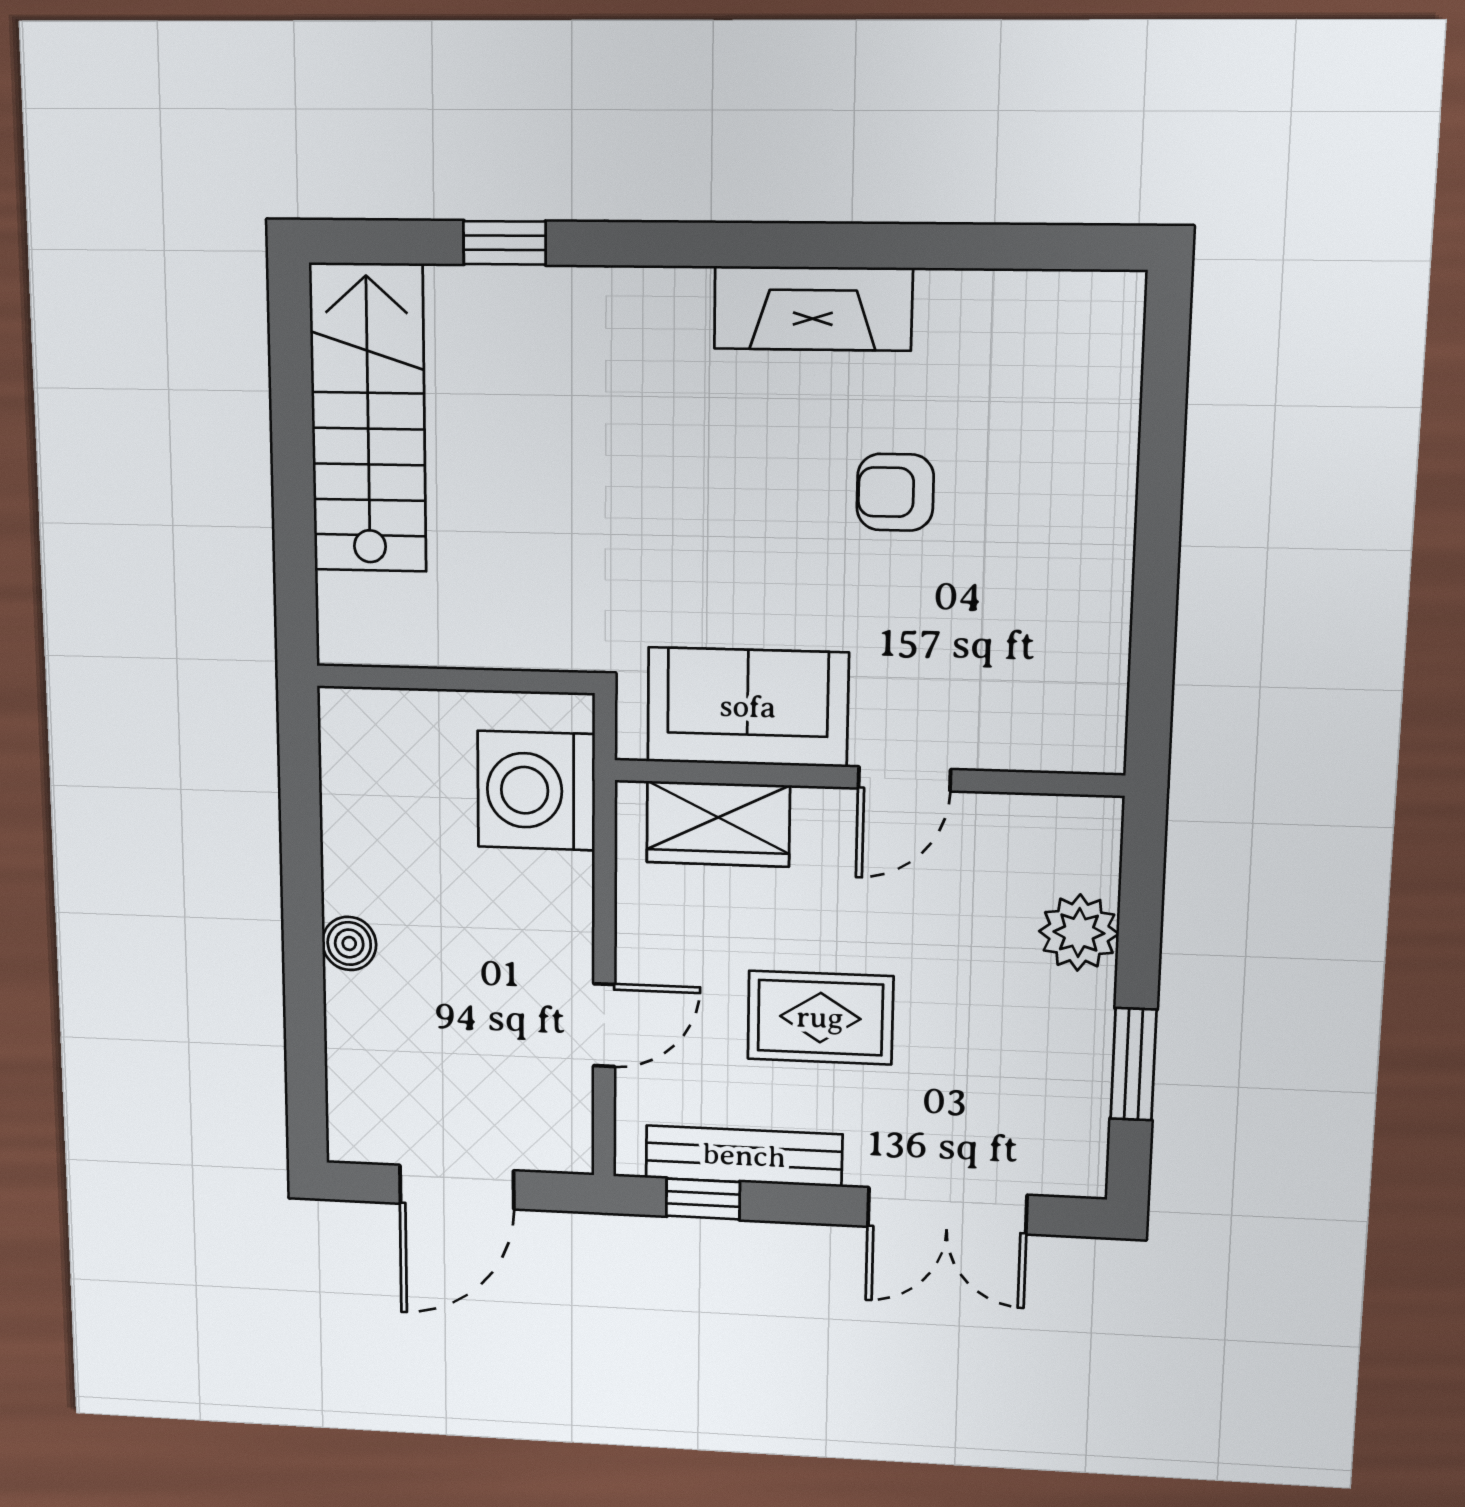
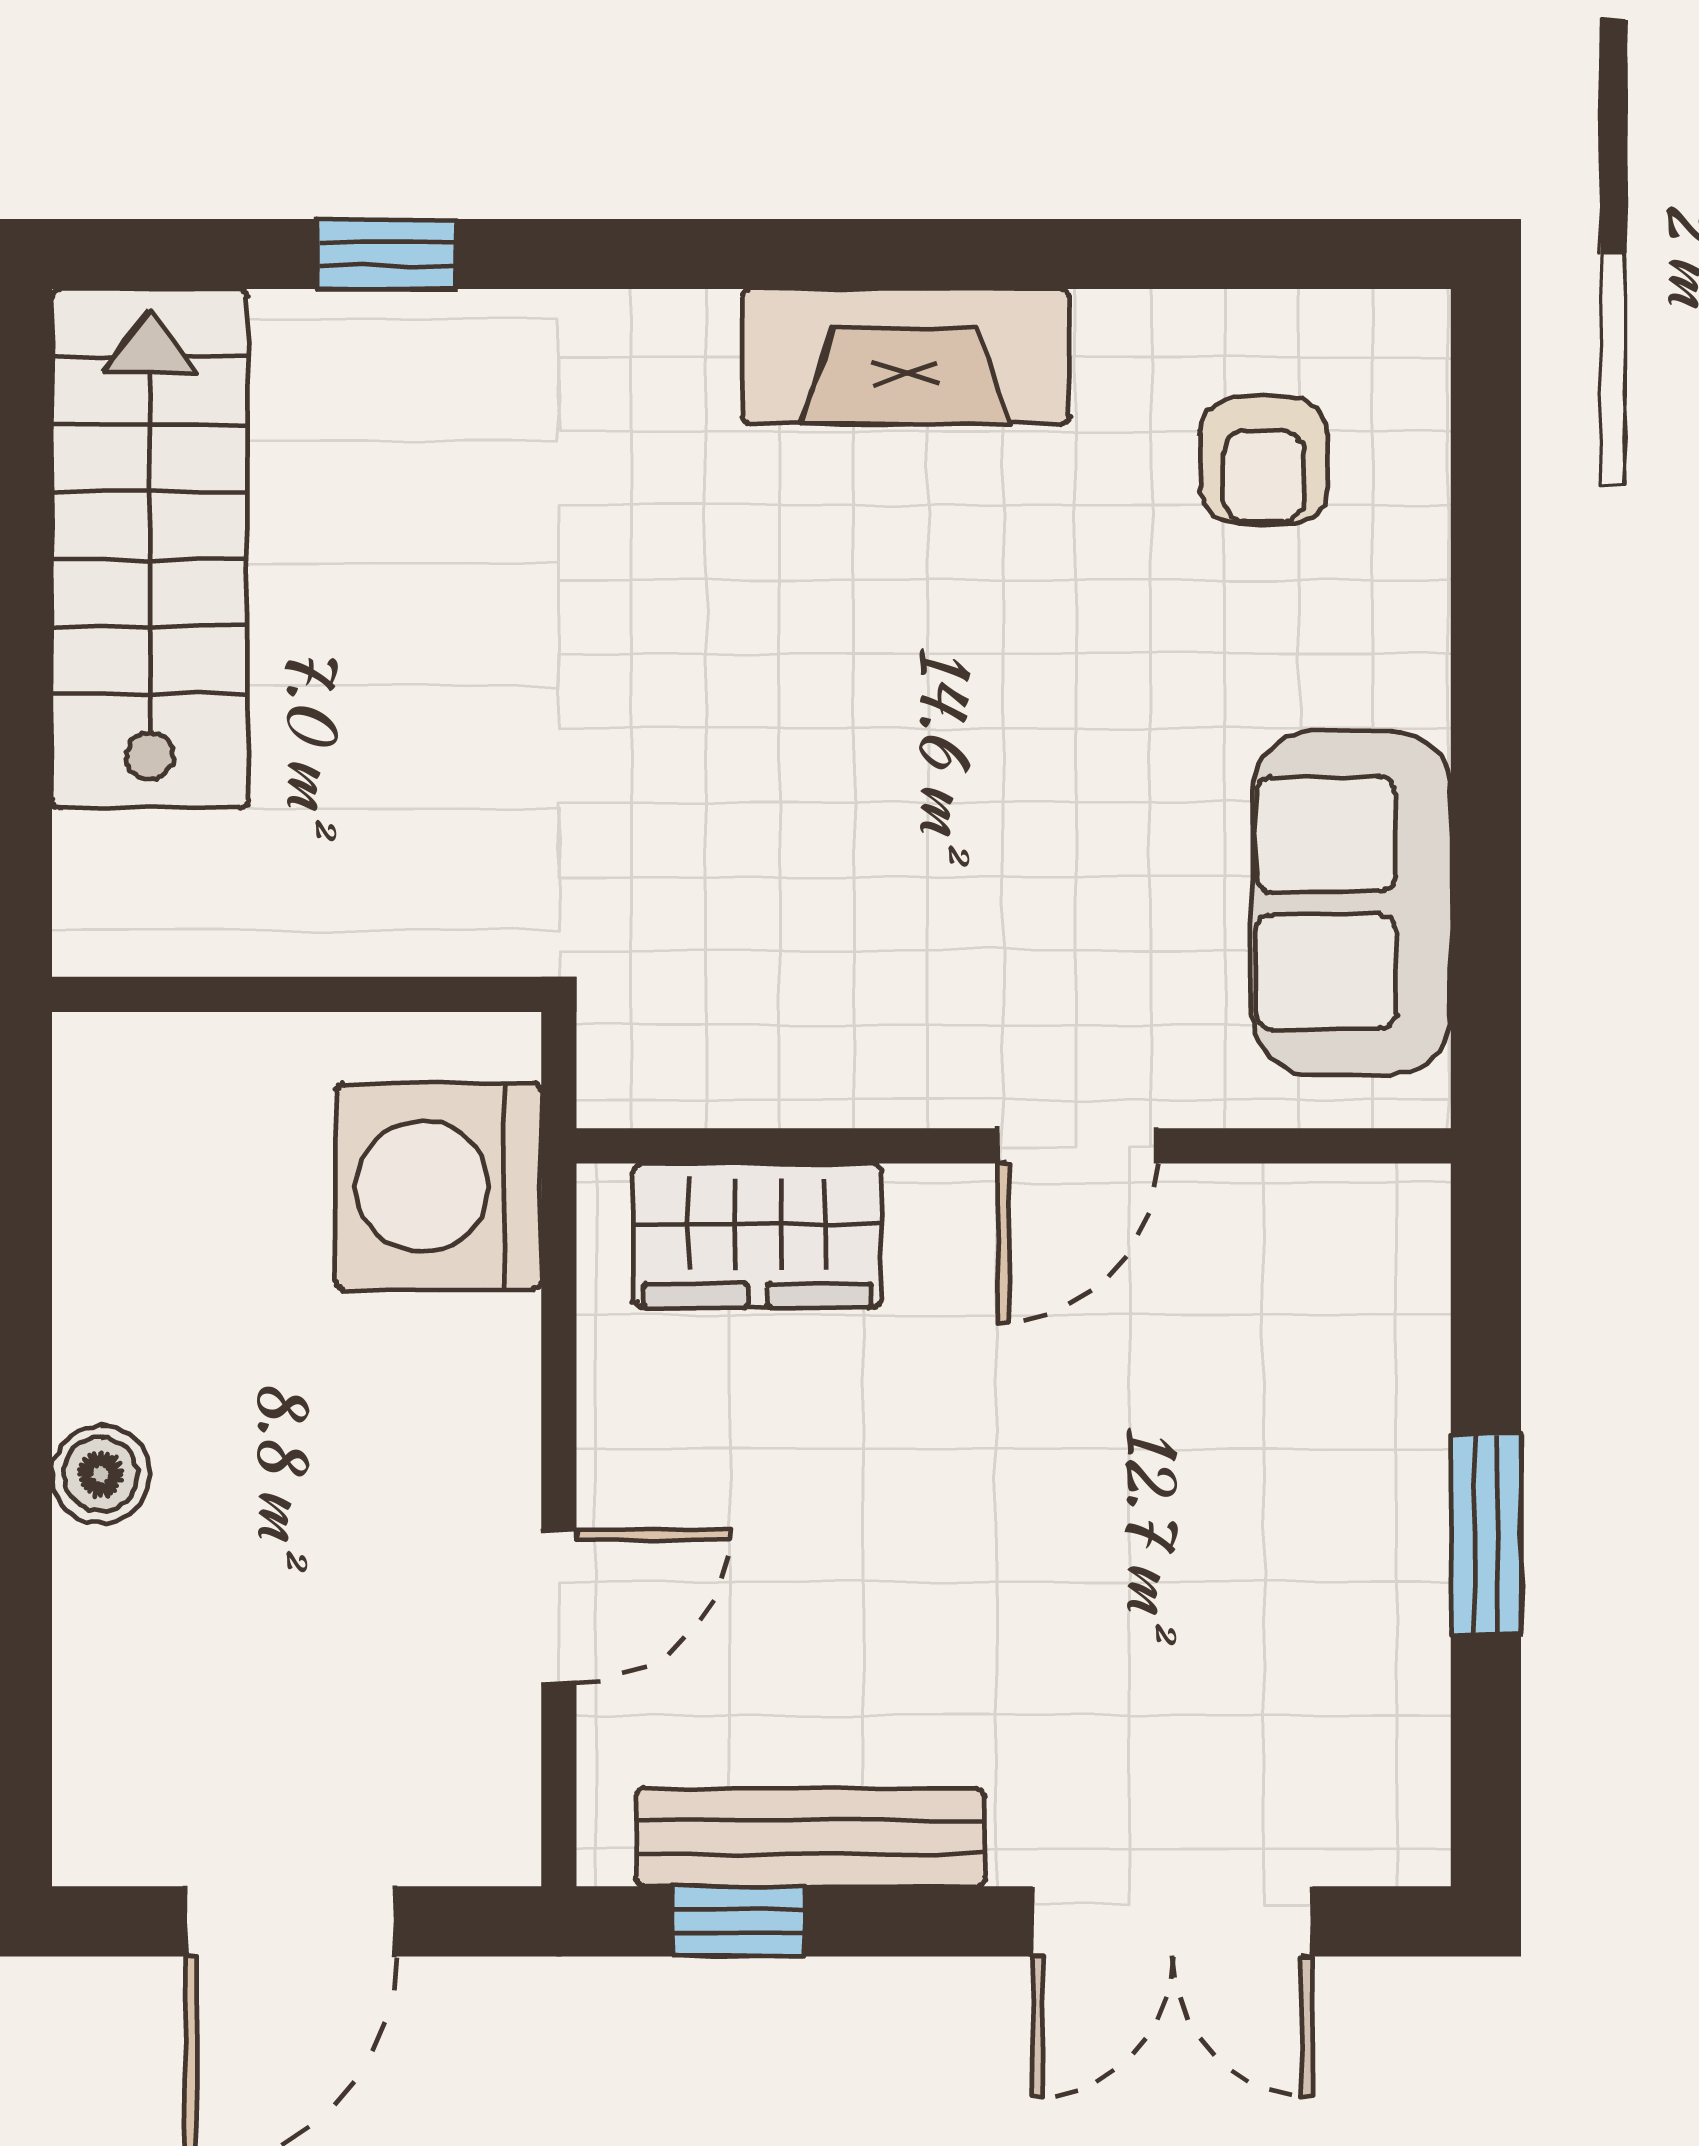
armchair: (895, 492) -> (1264, 461), moved, turned -90
sofa: (748, 707) -> (1352, 903), moved, turned -90
plant: (1079, 933) -> (1383, 1406), removed
rug: (820, 1018) -> (941, 1576), removed
window: (1134, 1064) -> (1486, 1534), moved

